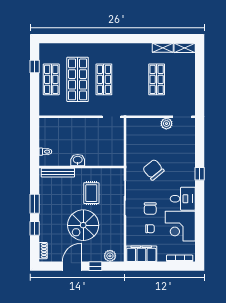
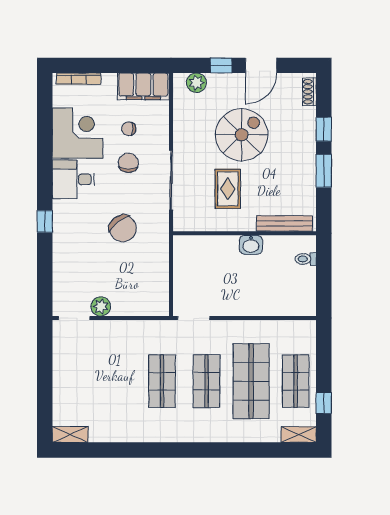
shelving: (163, 48) -> (299, 435), moved
shop shelf: (157, 79) -> (162, 381), moved

